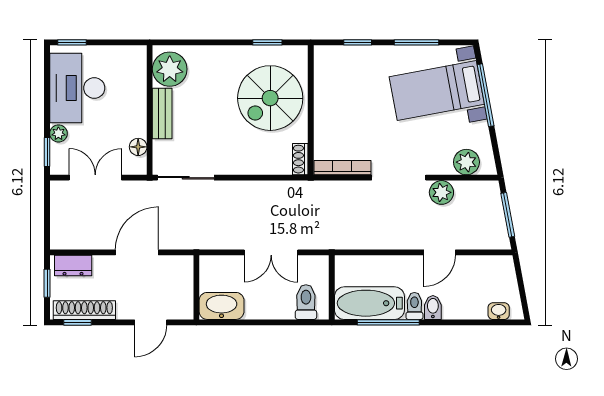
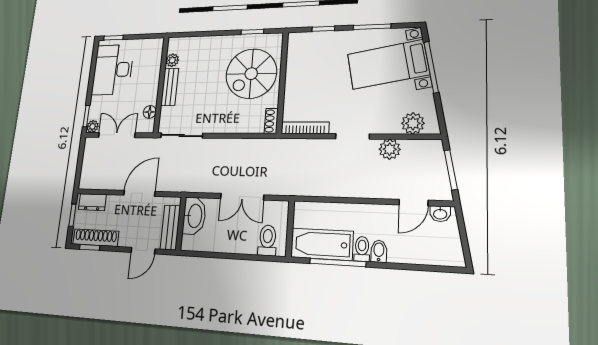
plant: (170, 69) -> (172, 60), width x0.53, depth x0.53
plant: (58, 133) -> (93, 126), moved
doorway: (399, 178) -> (352, 136), width x0.73
door: (440, 252) -> (413, 203), moved
bench: (183, 293) -> (170, 227), added
washbasin: (222, 306) -> (194, 216), moved, turned 90
washbasin: (499, 311) -> (440, 214), moved, turned 180

